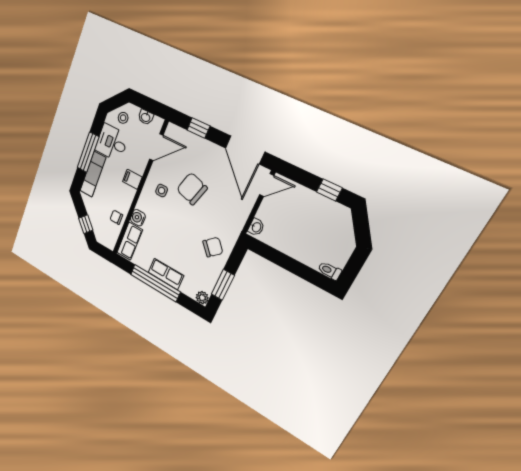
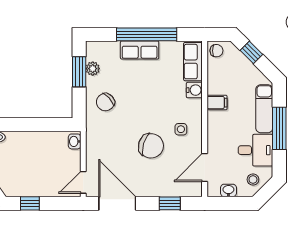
filing cabinet: (132, 179) -> (217, 103), moved
chair: (116, 217) -> (216, 51), moved
plant: (202, 298) -> (93, 69), moved

